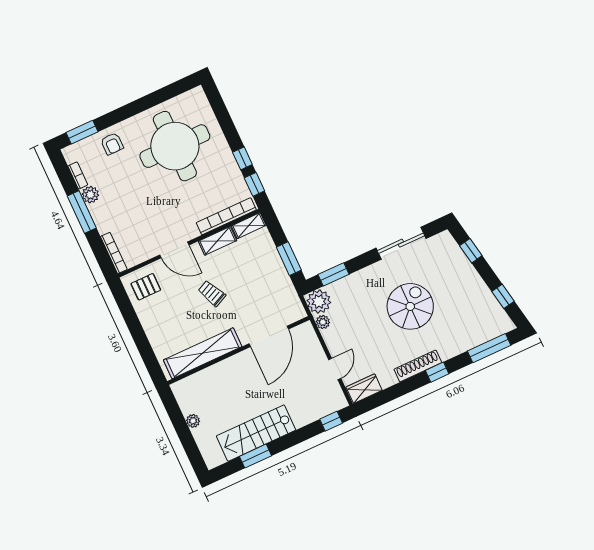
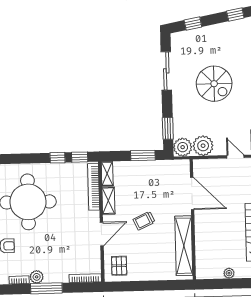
spiral stairs: (410, 306) -> (214, 84), turned 180
plant: (323, 322) -> (203, 146), width x1.87, depth x1.87

